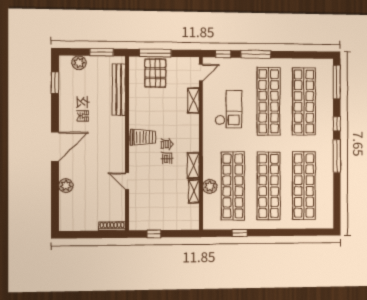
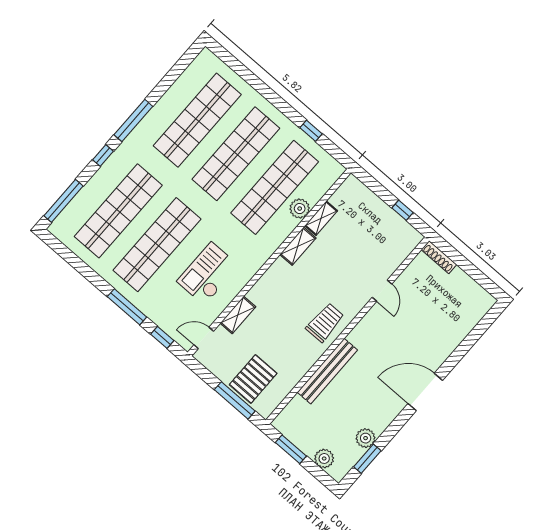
bench: (119, 90) -> (327, 371), moved
trolley: (143, 137) -> (325, 322), turned 90
plant: (66, 186) -> (366, 438), moved

